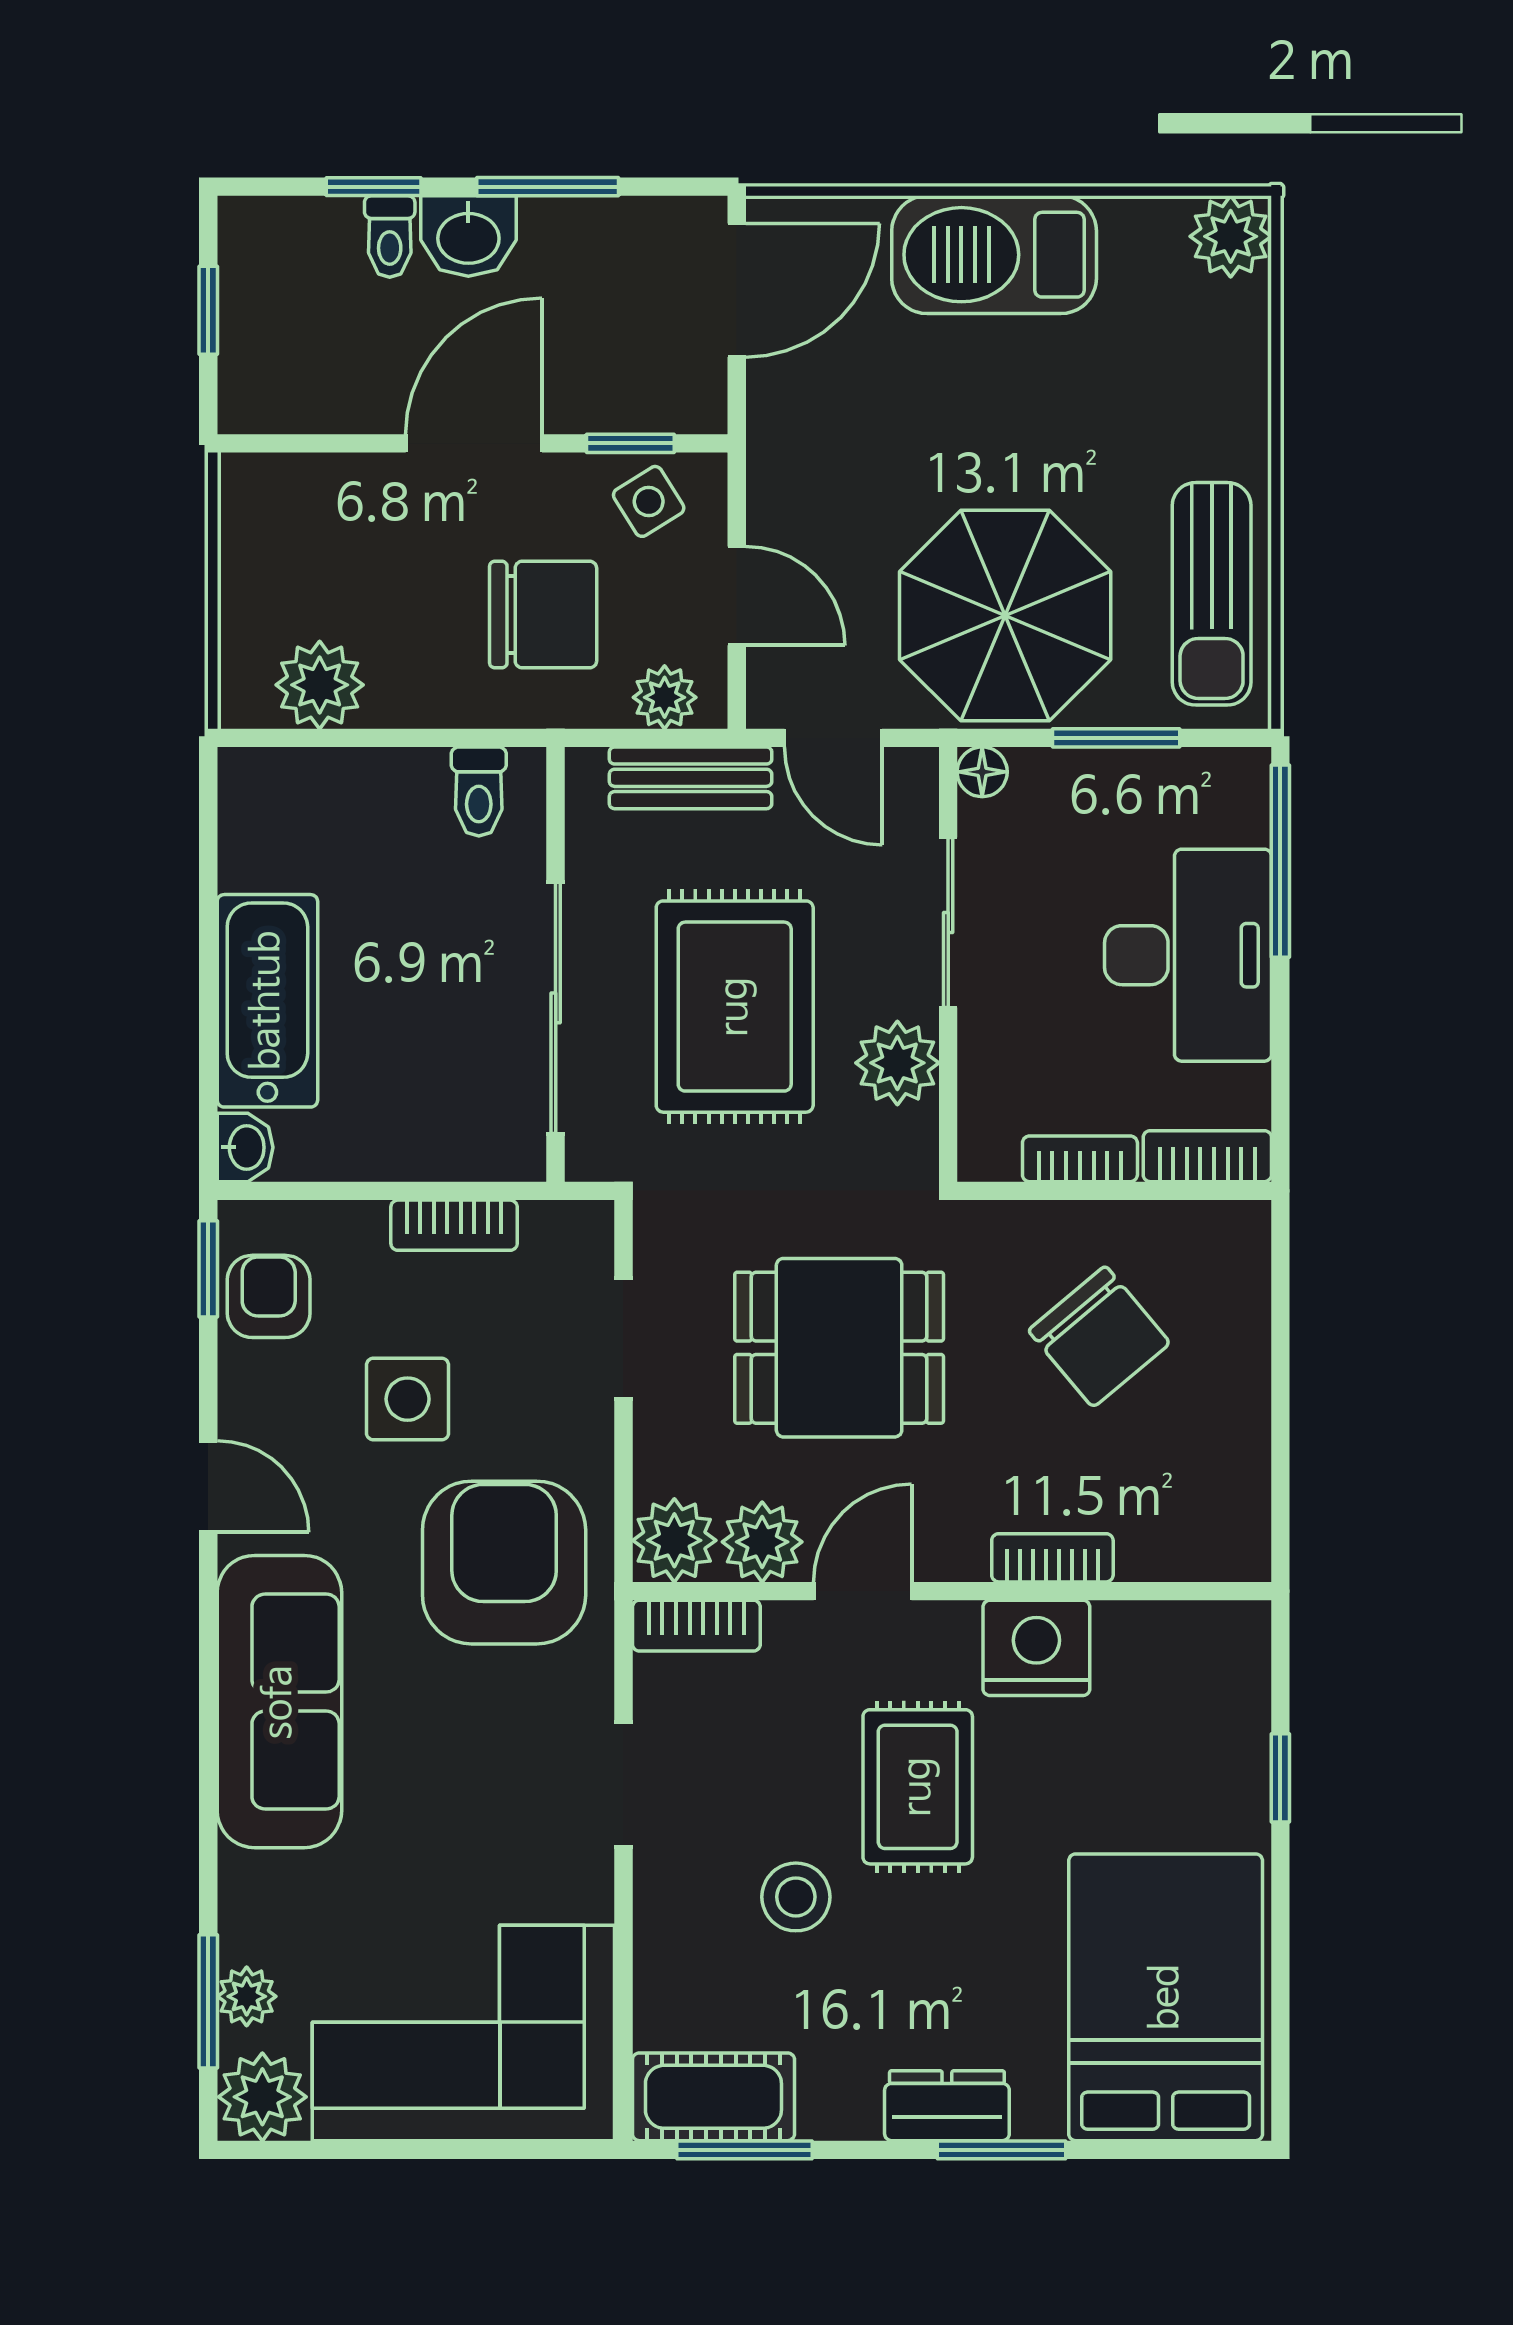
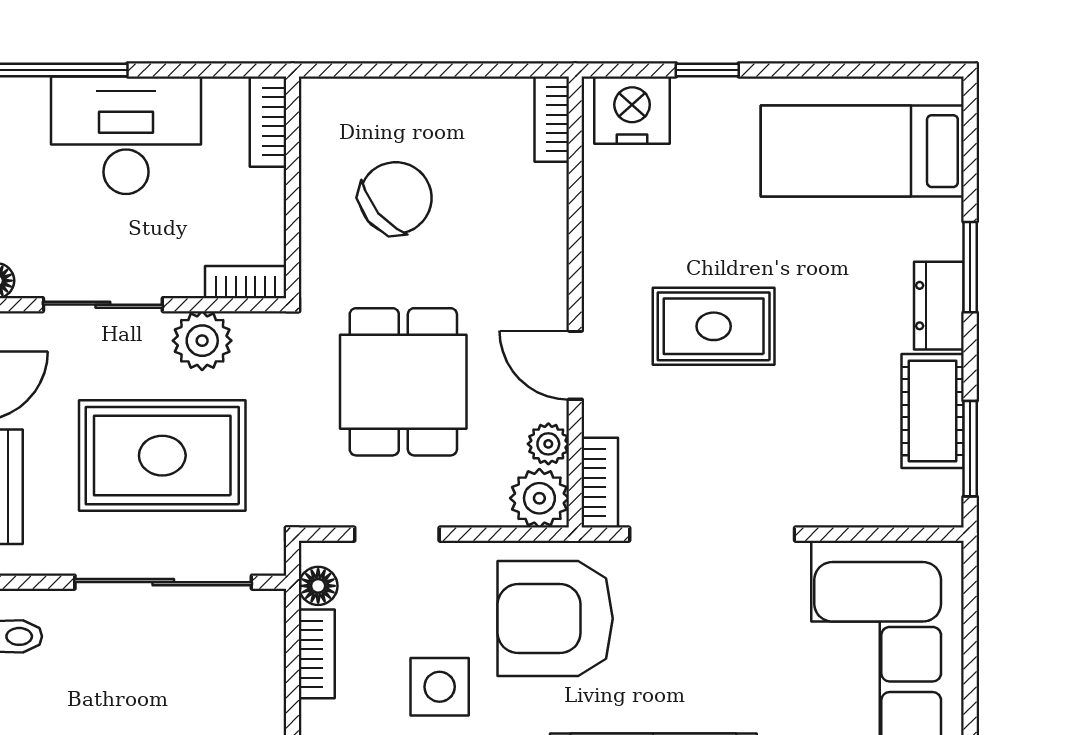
bookcase: (1080, 1159) -> (246, 282), moved, turned 90
floor lamp: (550, 1227) -> (318, 586), added
plant: (762, 1542) -> (548, 444), width x0.73, depth x0.73
bookcase: (1052, 1558) -> (552, 119), moved
nightstand: (1036, 1648) -> (632, 110), moved, turned 90
doorway: (623, 1785) -> (712, 534), width x1.87
stool: (796, 1897) -> (791, 412), removed
bed: (1166, 1997) -> (862, 151), width x0.67
cot: (713, 2097) -> (933, 411), moved

